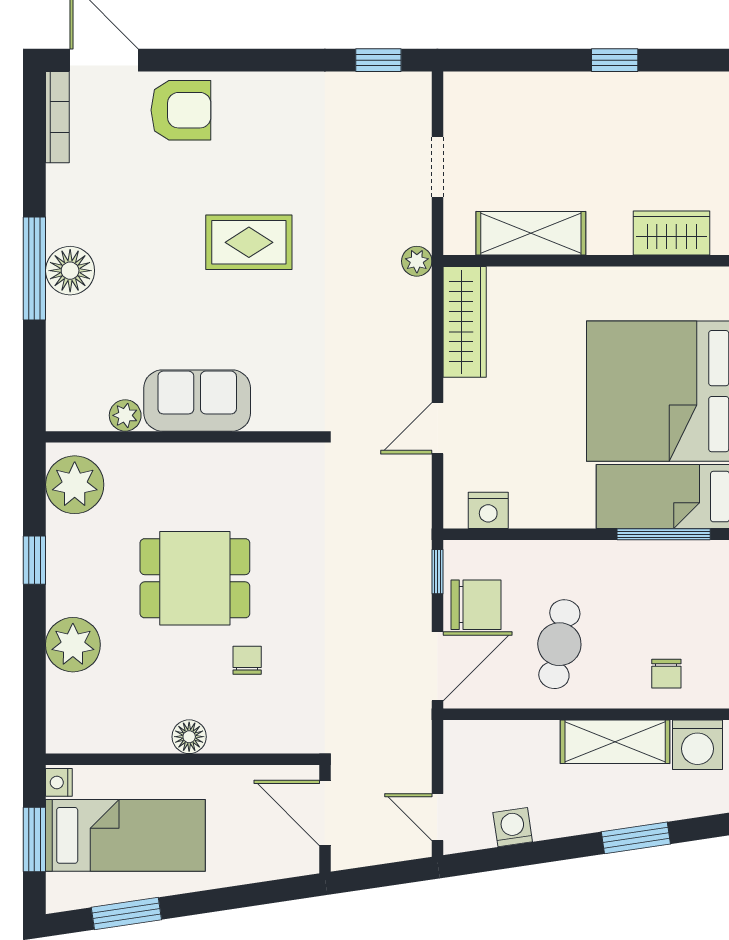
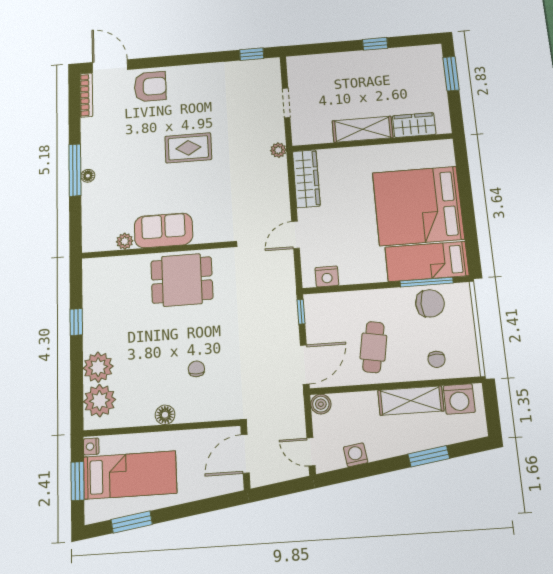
shelving: (531, 233) -> (362, 129), moved
floor lamp: (70, 271) -> (88, 176), width x0.53, depth x0.53
plant: (75, 485) -> (100, 401), moved
dining table: (195, 578) -> (182, 280), moved
chair: (476, 605) -> (430, 303), moved
boiler: (460, 737) -> (321, 404), added
door: (325, 813) -> (245, 454), hinge flipped

